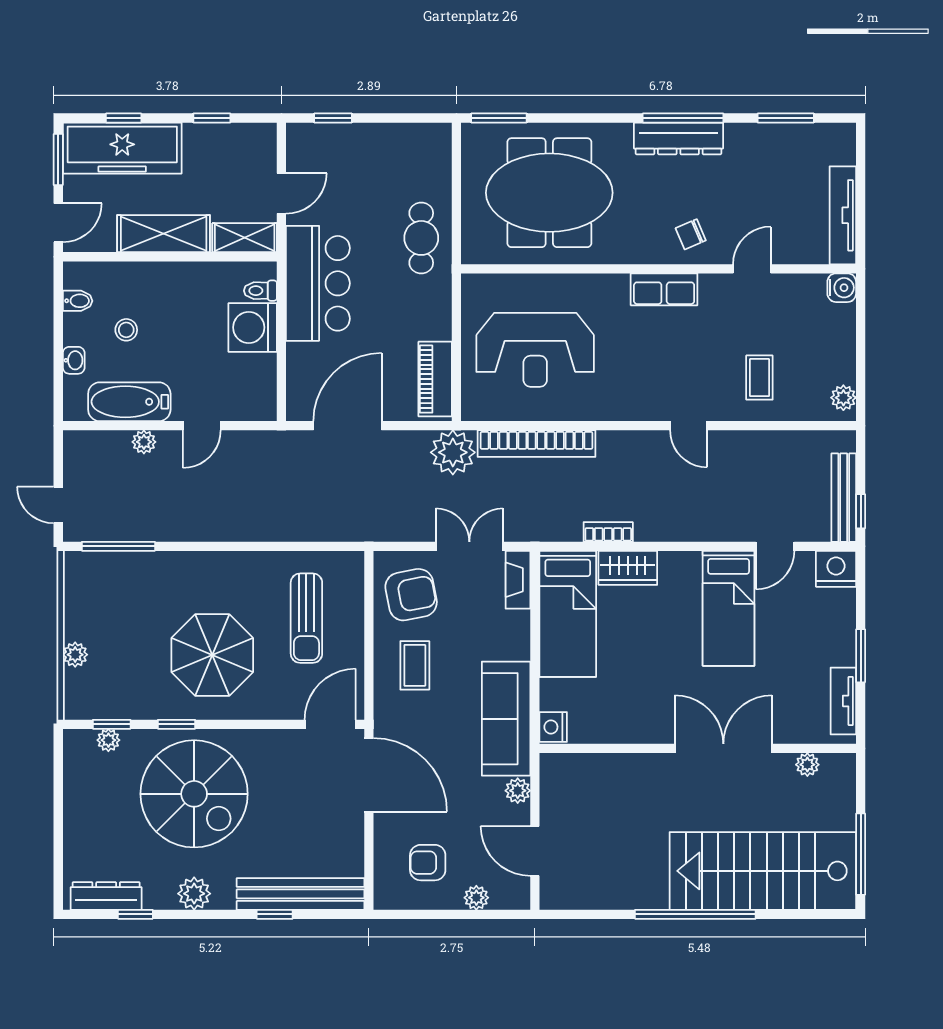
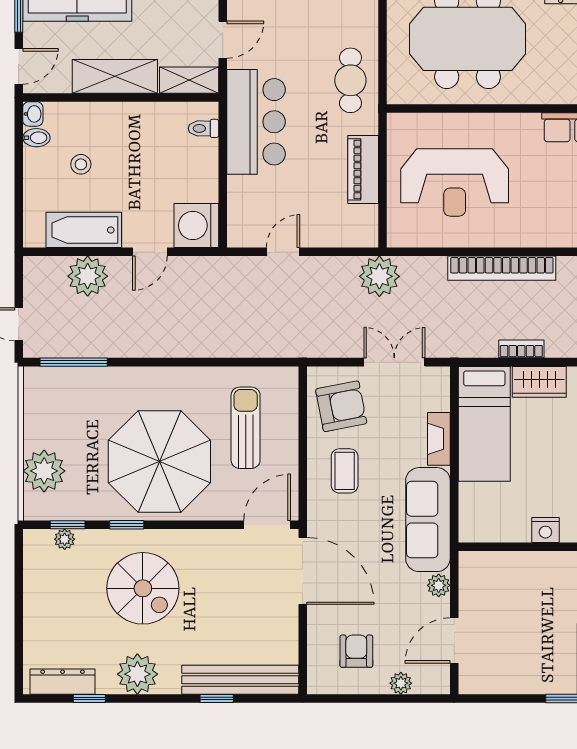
washing machine: (253, 327) -> (196, 226), moved
washbasin: (74, 360) -> (33, 114), moved
piano: (435, 379) -> (363, 169), moved
door: (347, 426) -> (283, 252), width x0.53
plant: (144, 442) -> (88, 276), width x1.88, depth x1.88
bookcase: (536, 444) -> (502, 268), moved
fireplace: (518, 580) -> (439, 439), moved
sun lounger: (306, 618) -> (246, 428), turned 180
plant: (75, 655) -> (44, 471), width x1.87, depth x1.87
parasol: (212, 655) -> (159, 462), width x1.36, depth x1.36
nightstand: (553, 727) -> (545, 530), moved, turned -90
spiral stairs: (194, 794) -> (143, 588), width x0.73, depth x0.73
door: (535, 851) -> (454, 641), hinge flipped
armchair: (428, 863) -> (356, 651), turned 90
plant: (194, 894) -> (137, 674), width x1.36, depth x1.36

